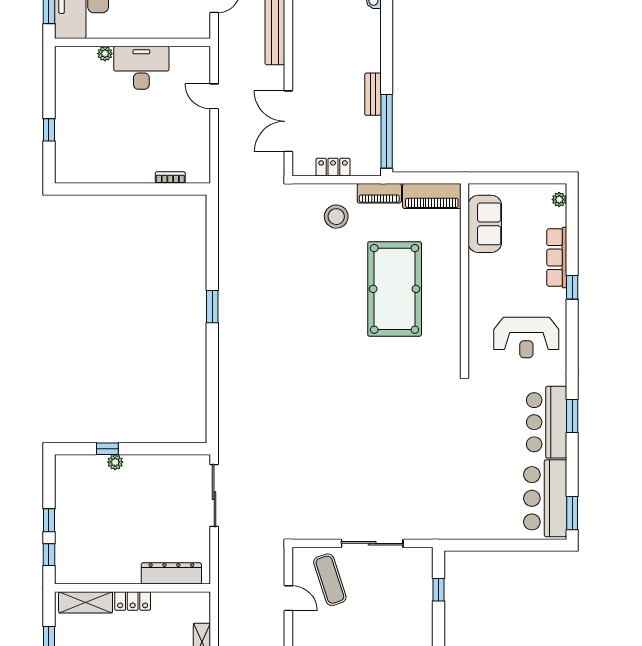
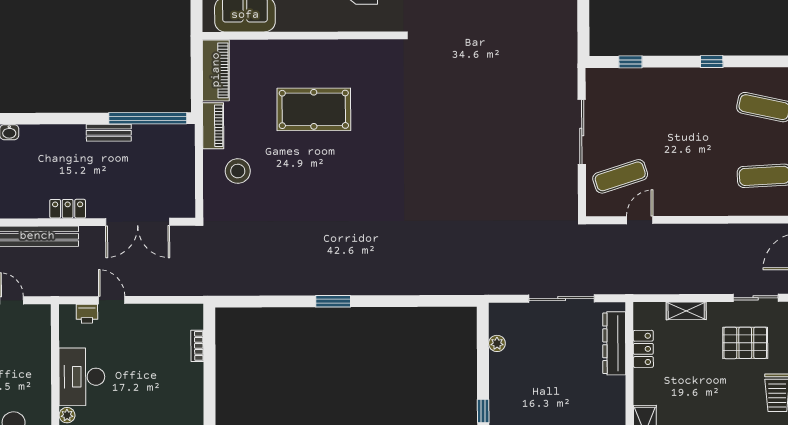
printer: (201, 73) -> (87, 314), added
door: (214, 96) -> (112, 300), swing flipped
locker: (333, 167) -> (68, 209), moved, turned 90
pool table: (395, 289) -> (314, 109), width x0.73, depth x0.76
plant: (115, 462) -> (497, 343), moved
sliding door: (214, 496) -> (562, 298), moved
locker: (133, 601) -> (643, 349), moved

